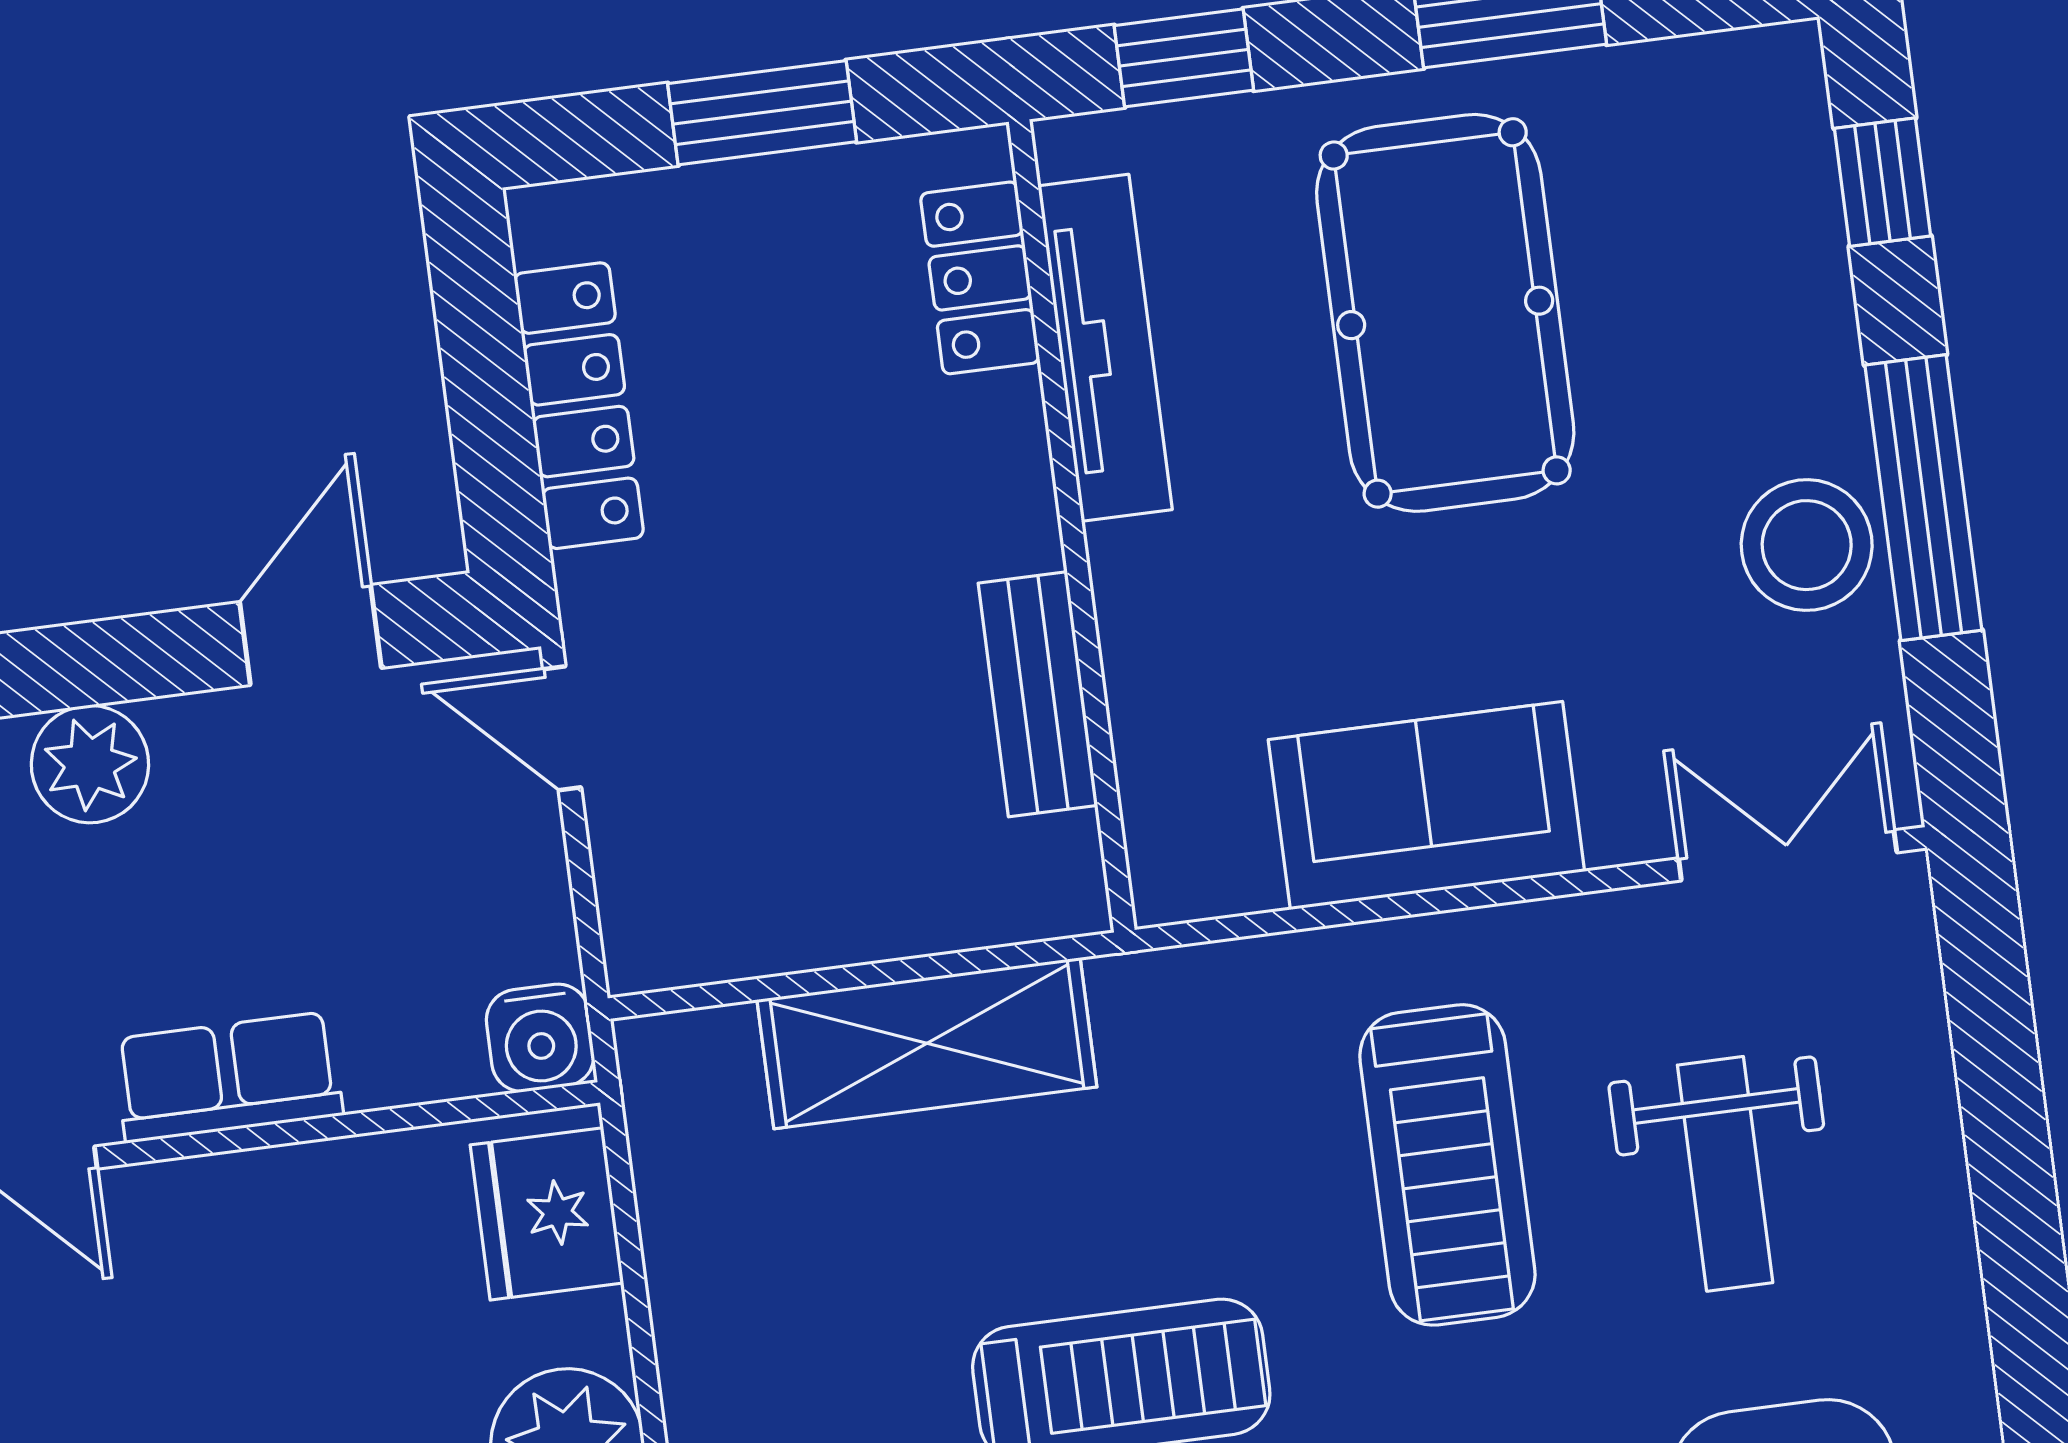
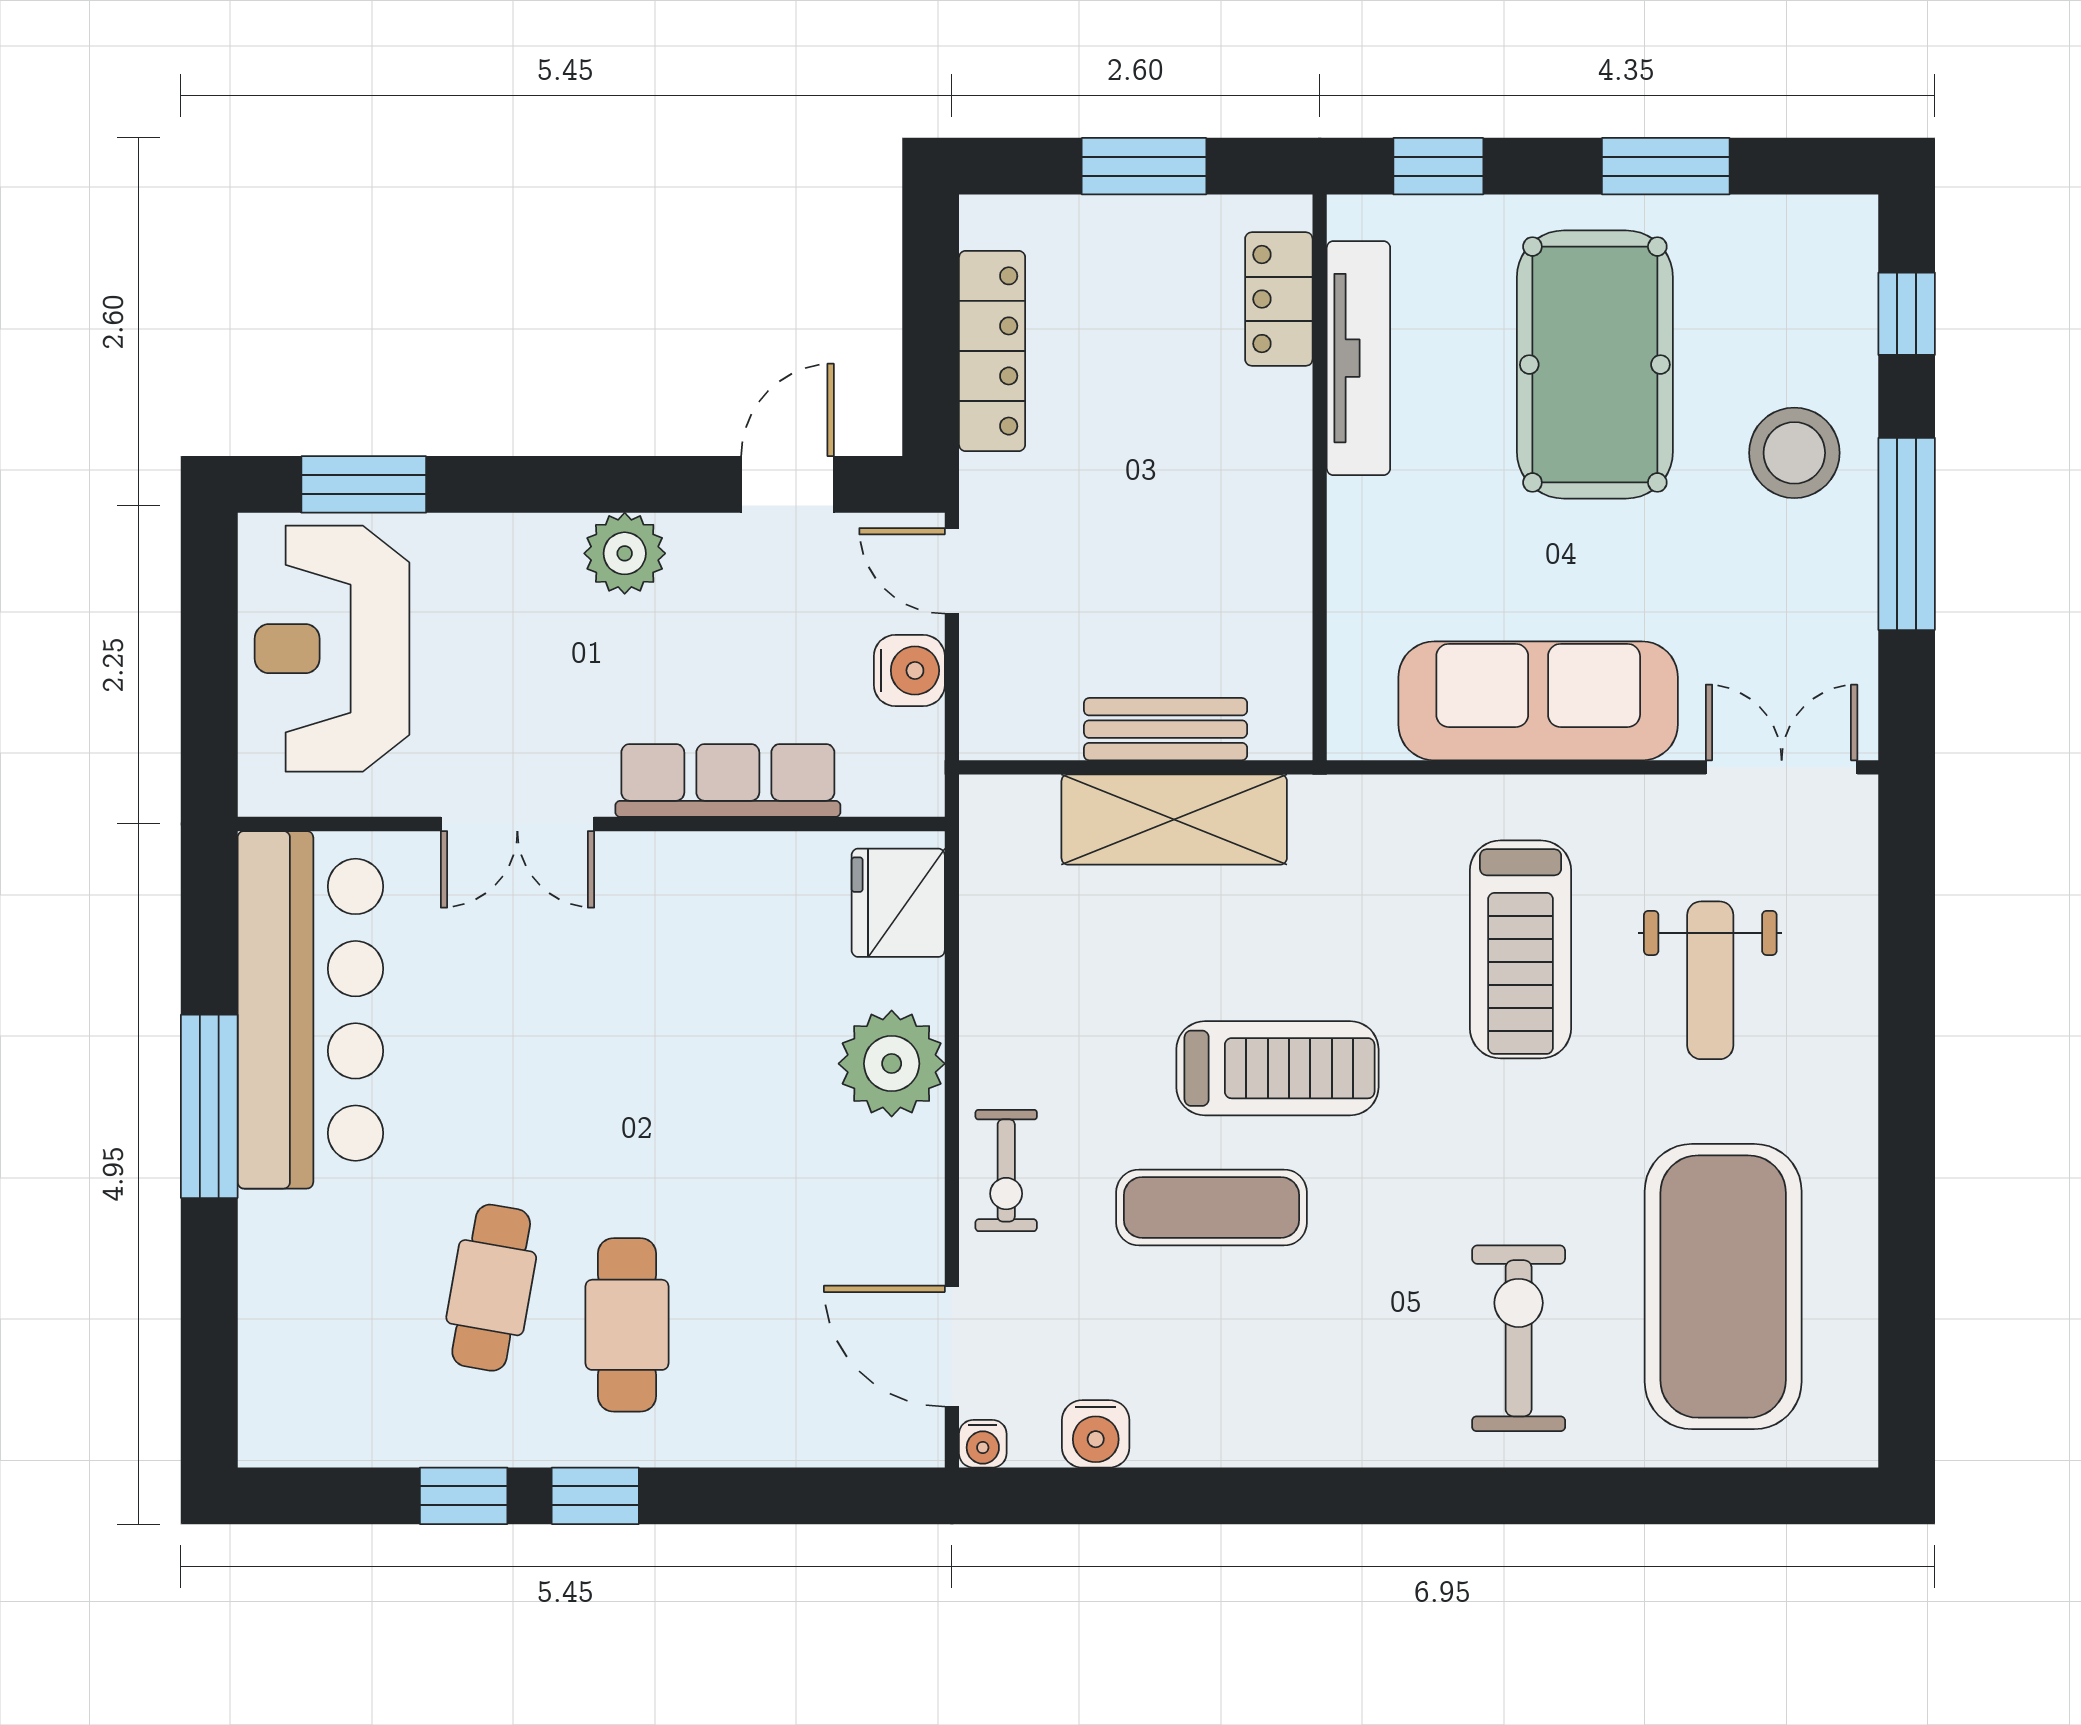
stool: (1807, 545) -> (1794, 453), moved
bench: (1038, 694) -> (1166, 729), moved, turned 90
sofa: (1426, 806) -> (1538, 701), width x1.36
water cooler: (540, 1038) -> (909, 670), moved, turned -90
row of seats: (228, 1077) -> (728, 780), width x1.48

